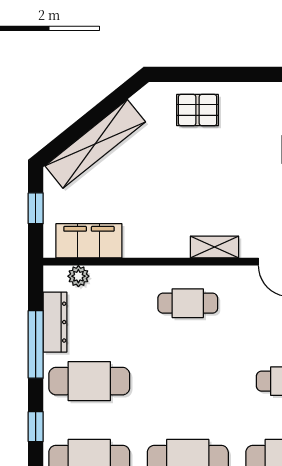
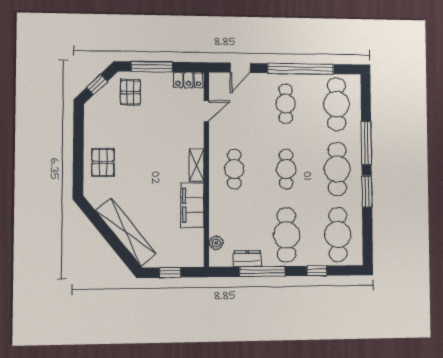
filing cabinet: (89, 241) -> (192, 205), moved
shelving: (214, 247) -> (196, 165), moved
dresser: (55, 322) -> (247, 258), width x0.70
cafe table: (188, 381) -> (286, 169), added

